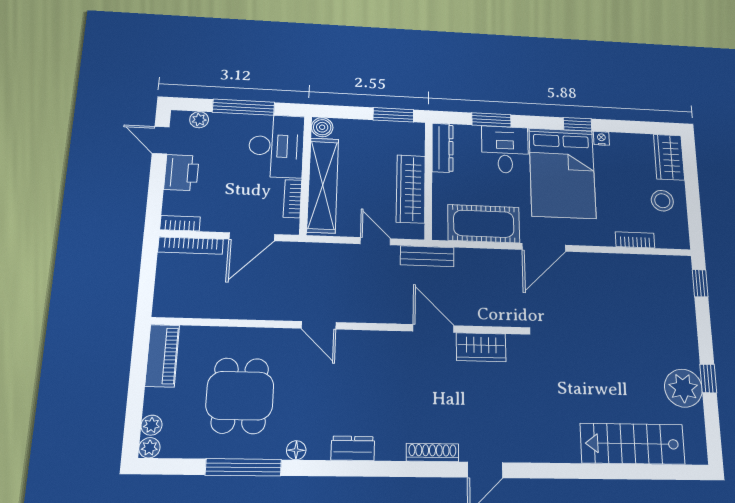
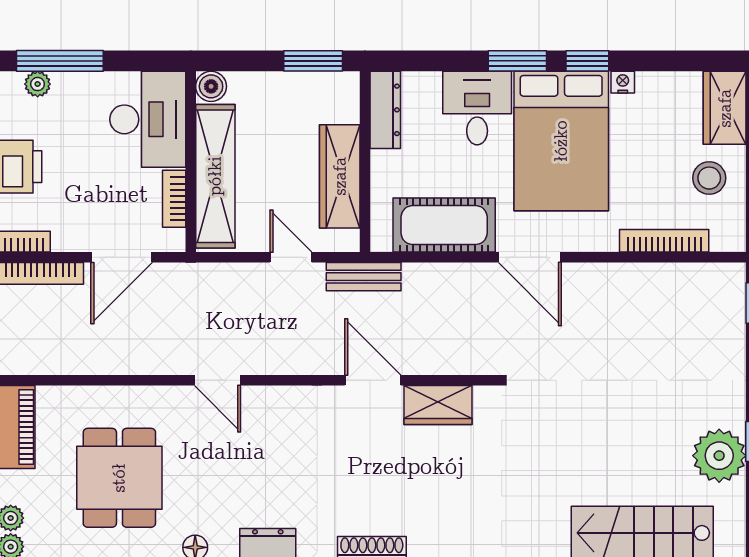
window: (244, 107) -> (60, 61), moved
window: (491, 120) -> (517, 61), moved
bookcase: (635, 240) -> (664, 241), width x1.56
door: (544, 247) -> (530, 257), hinge flipped

